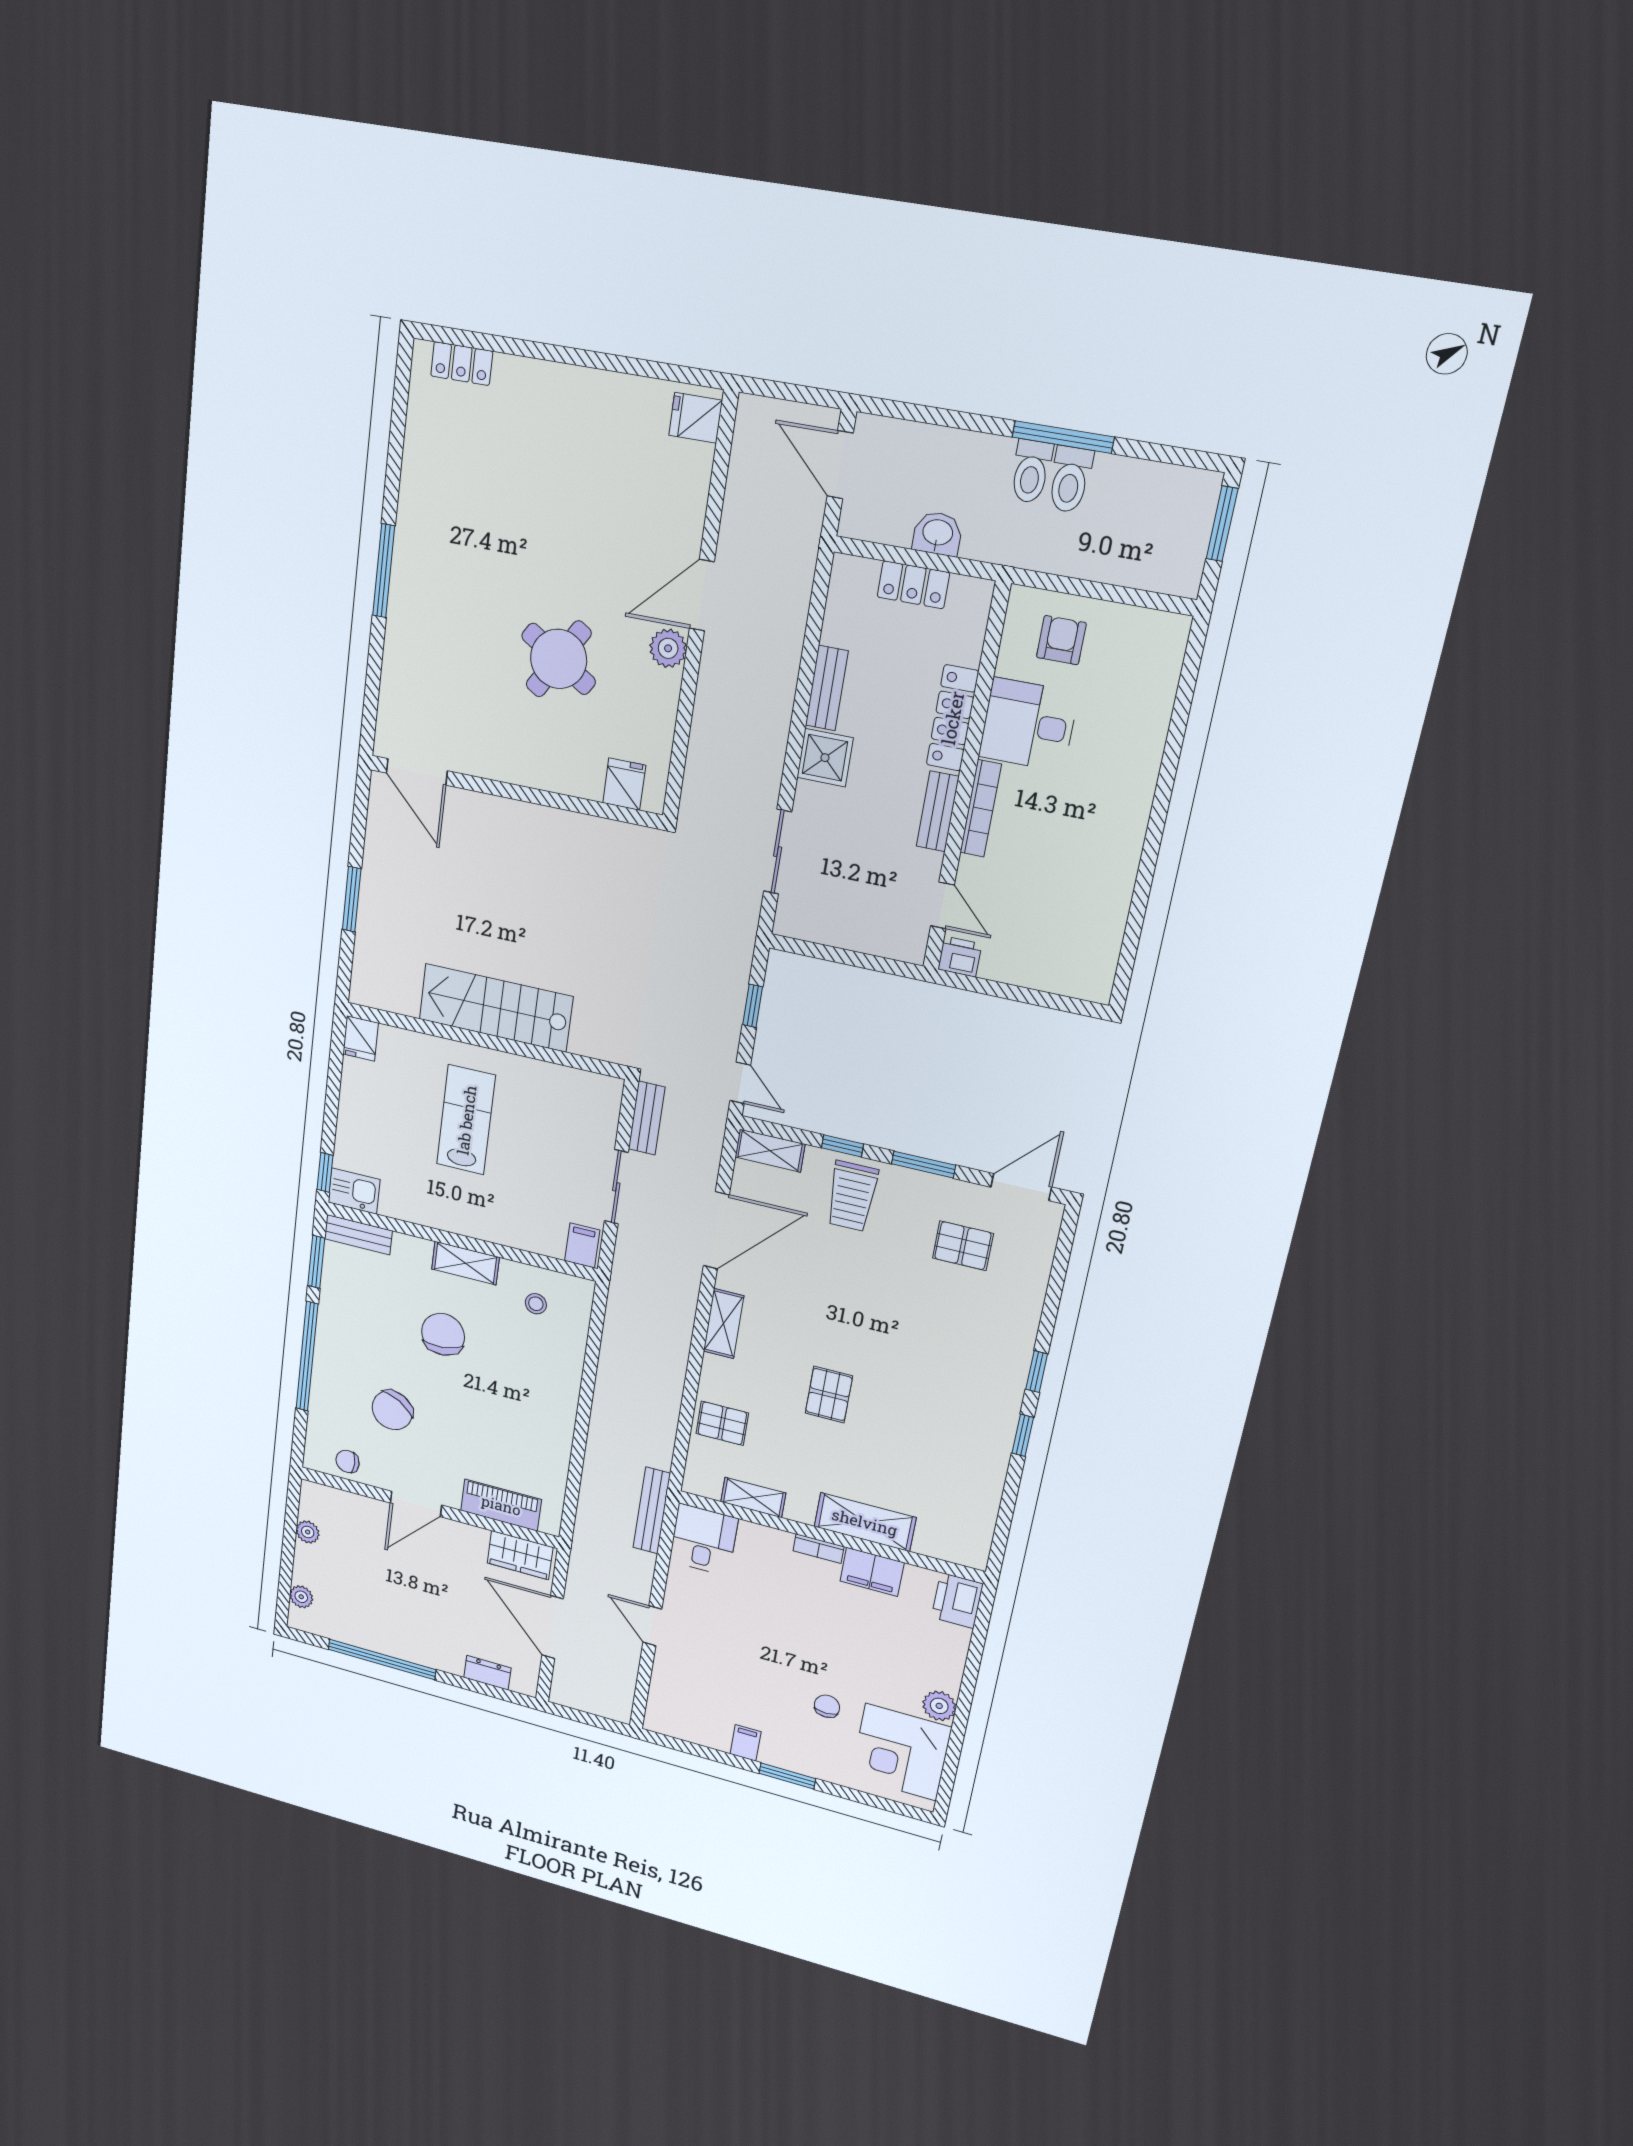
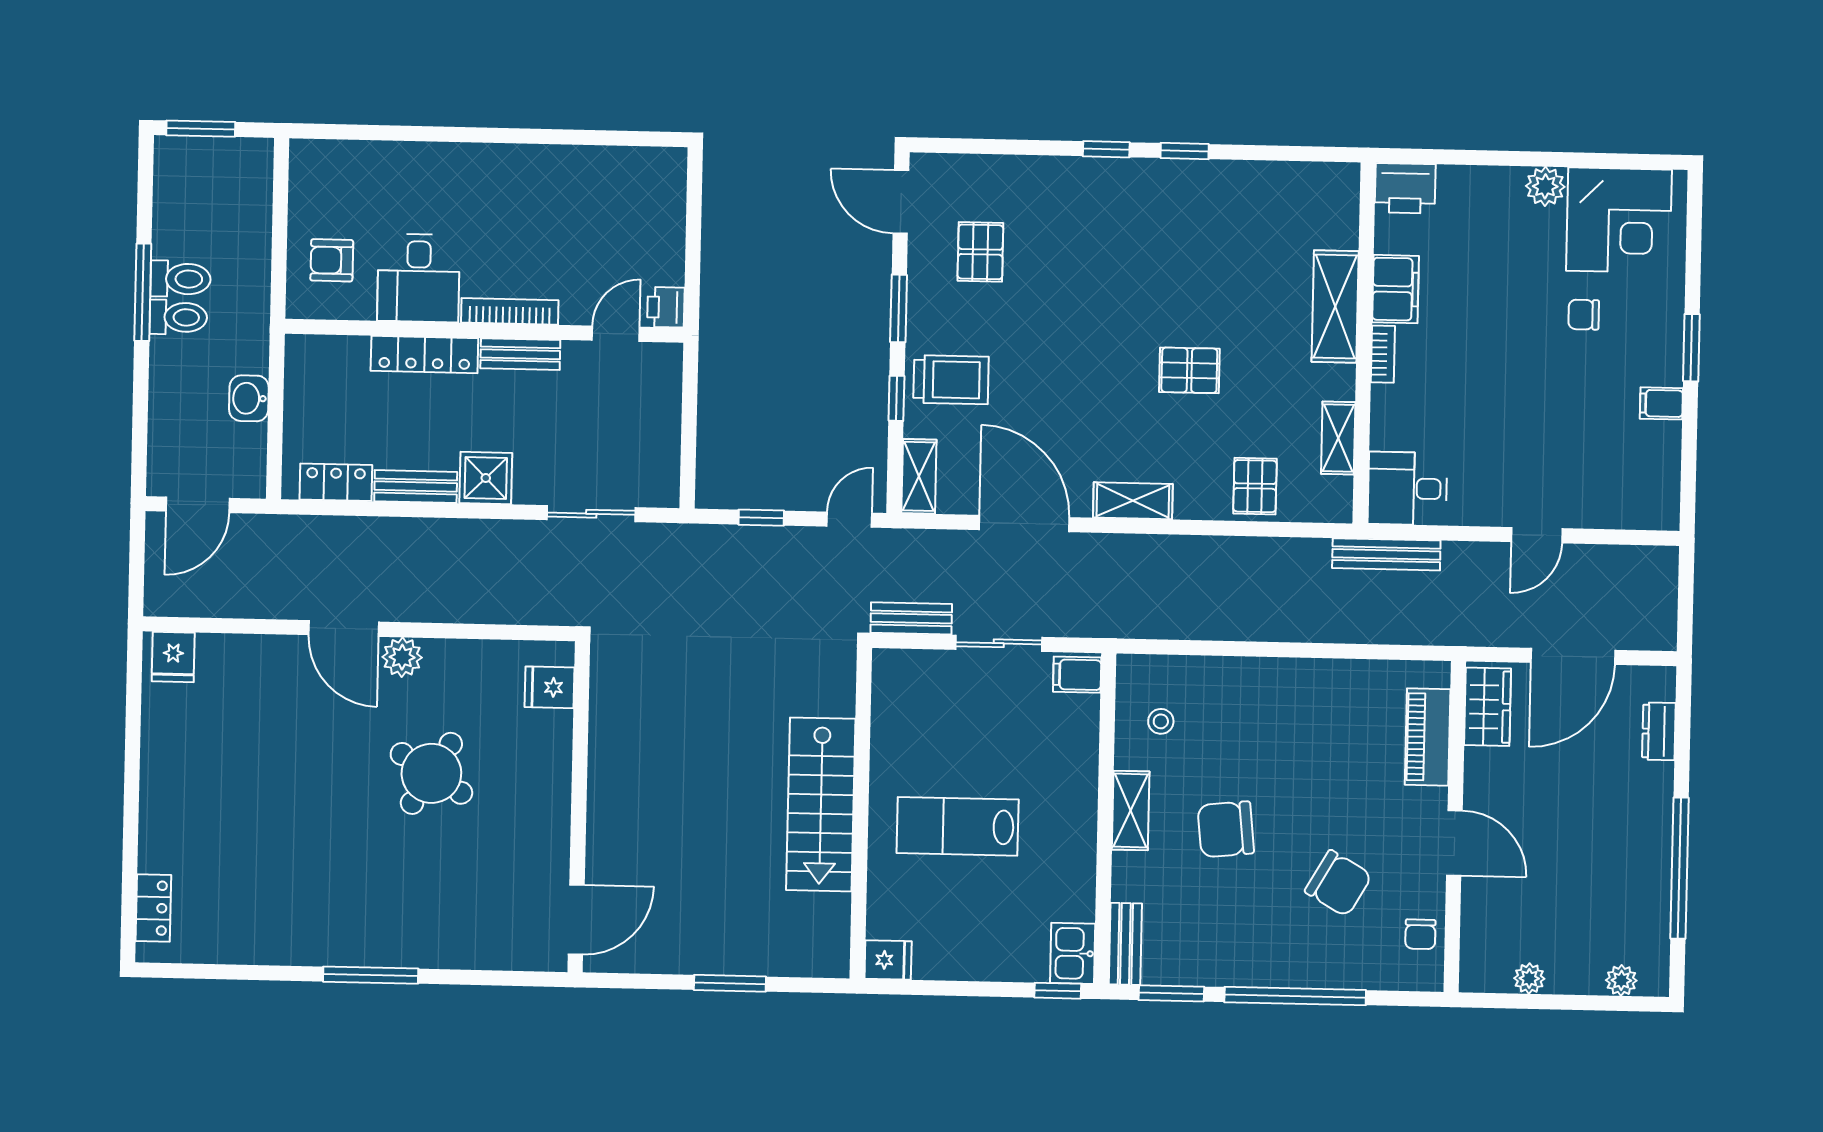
locker: (913, 585) -> (336, 482), moved, turned -90

